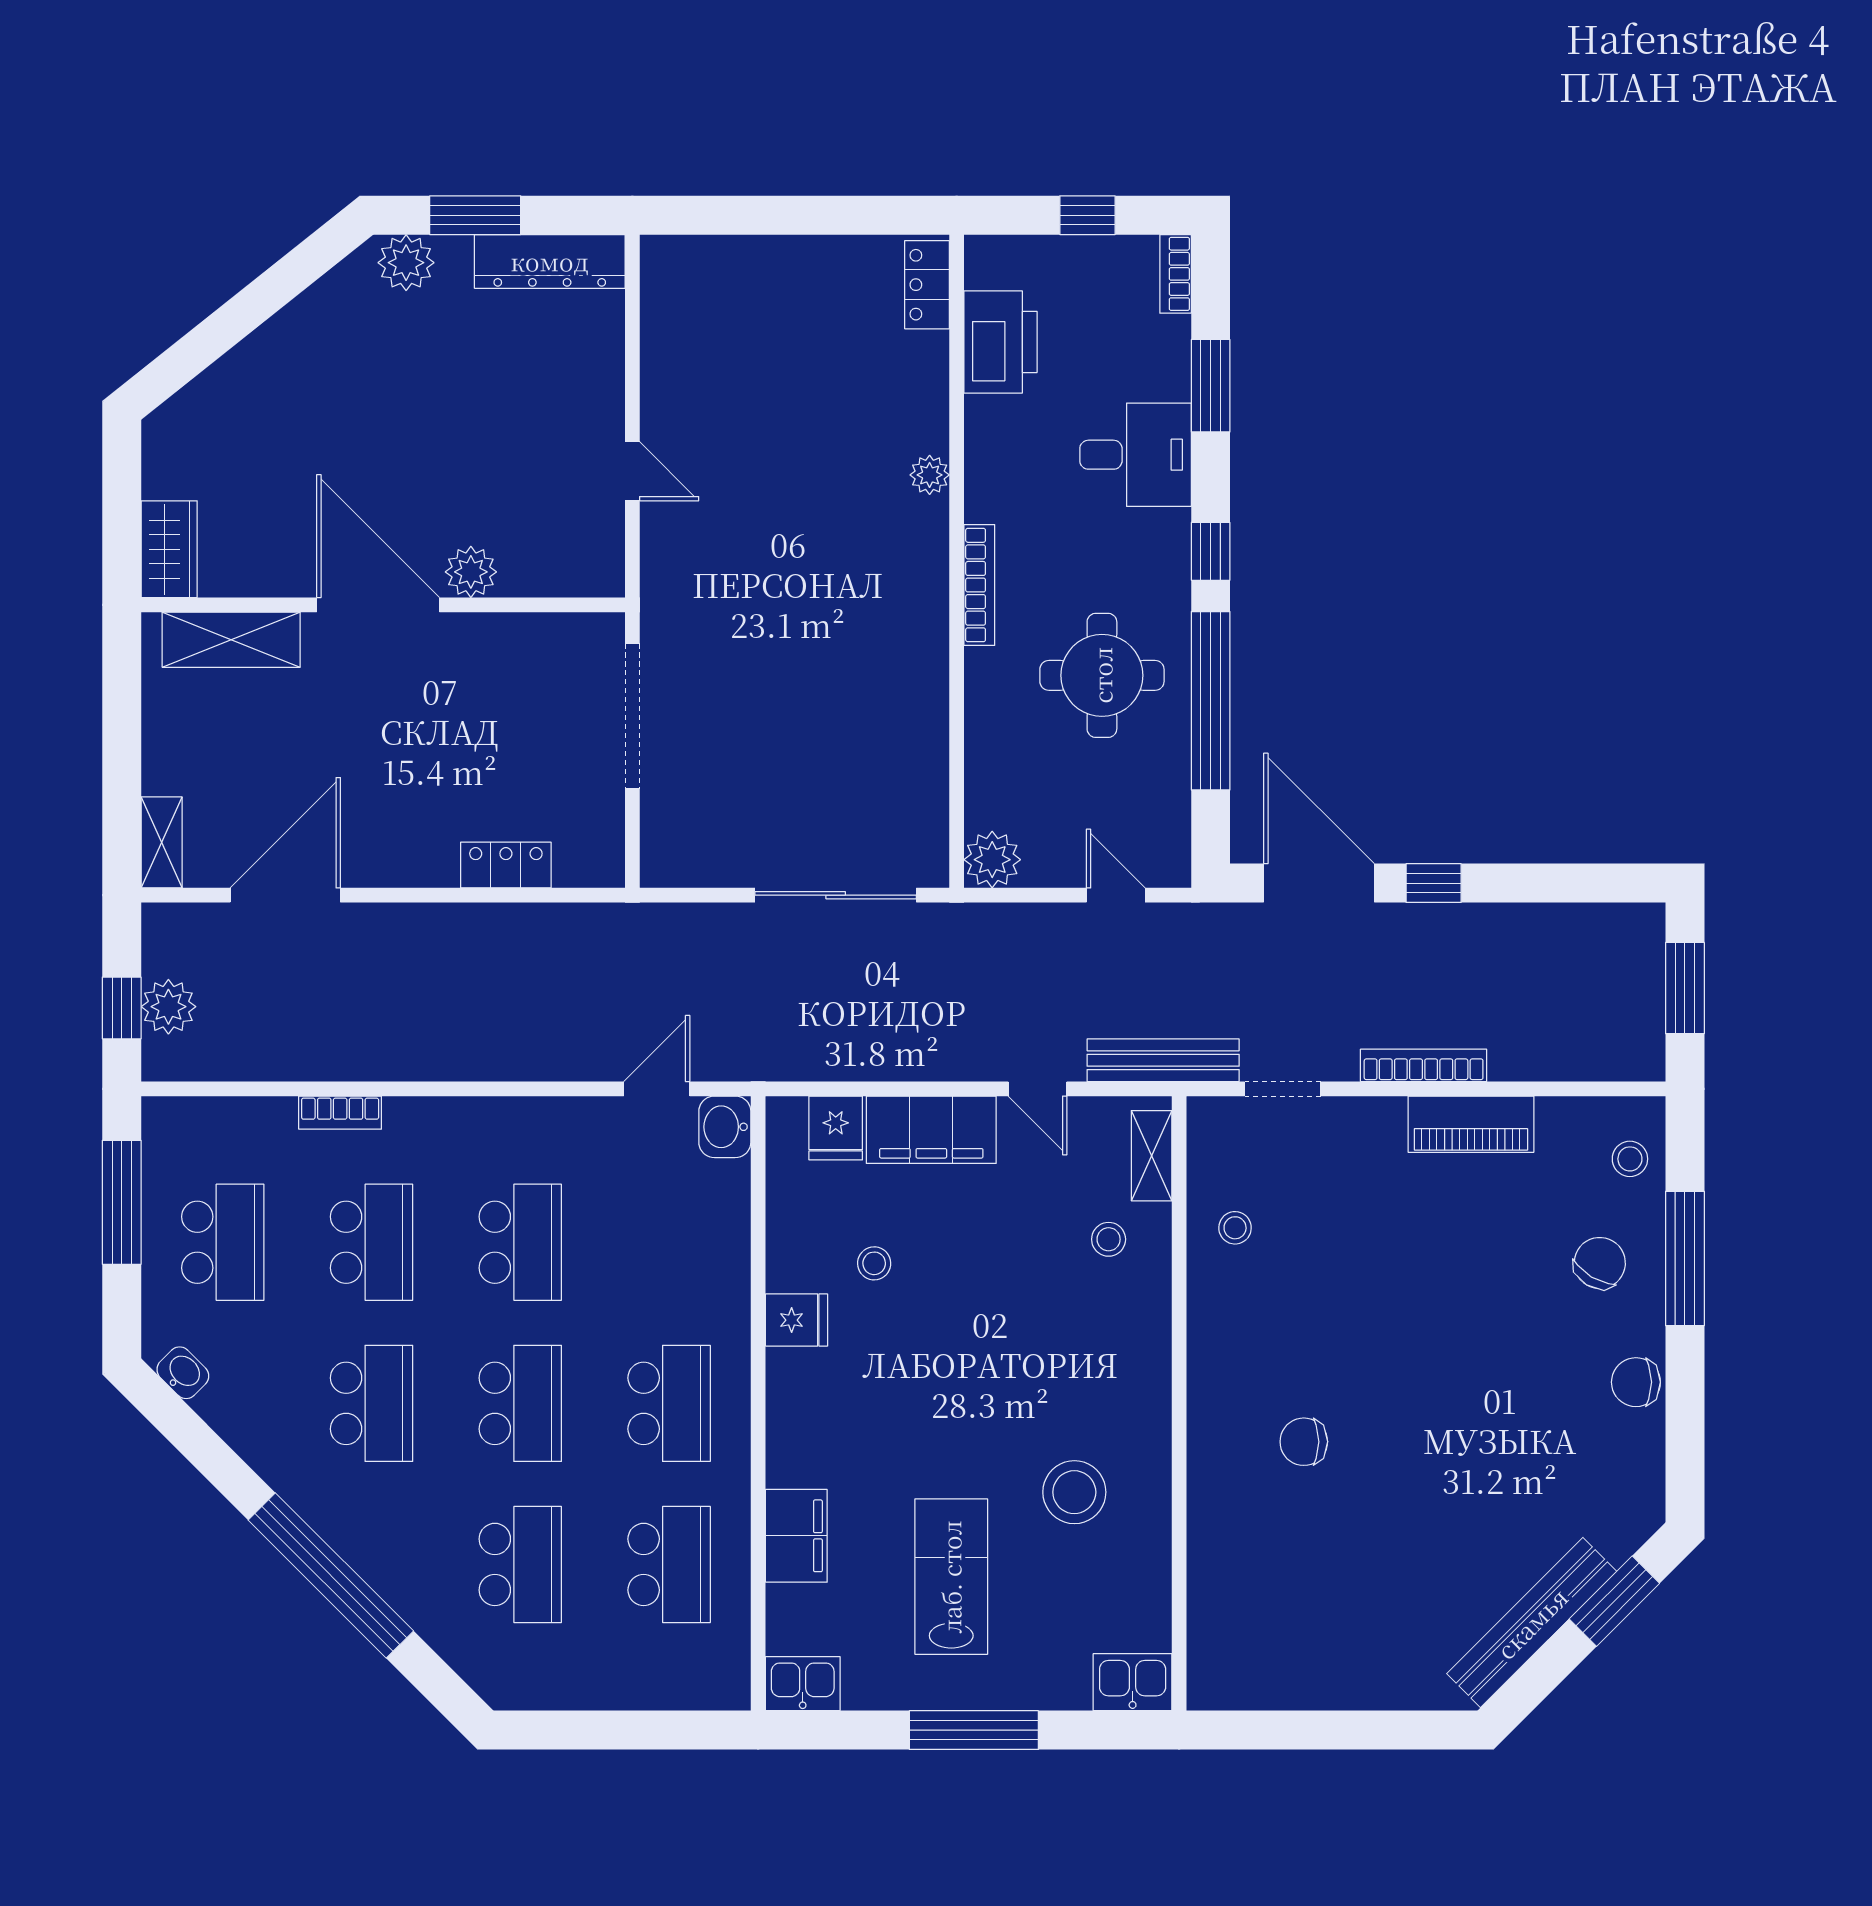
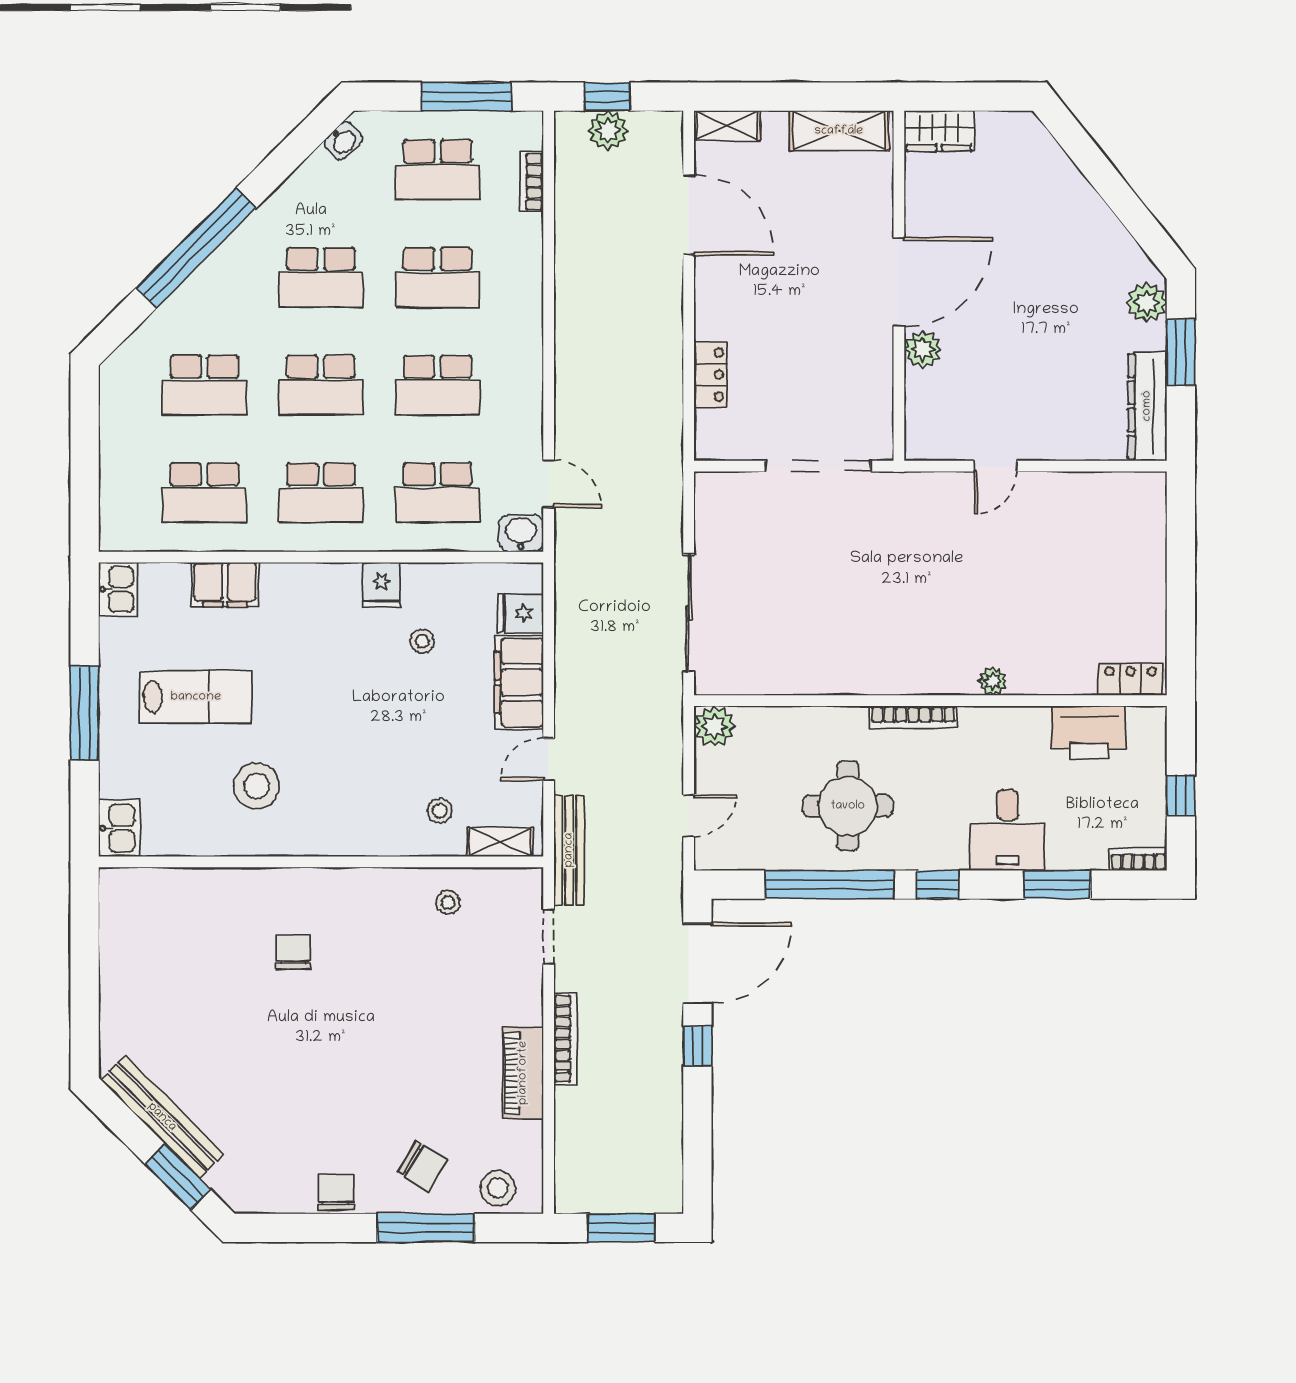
shelving: (231, 640) -> (839, 131), moved, turned 90
bookcase: (340, 1113) -> (531, 182), moved
stool: (1630, 1159) -> (498, 1188), width x1.37, depth x1.37
school desk: (669, 1242) -> (438, 493), added

